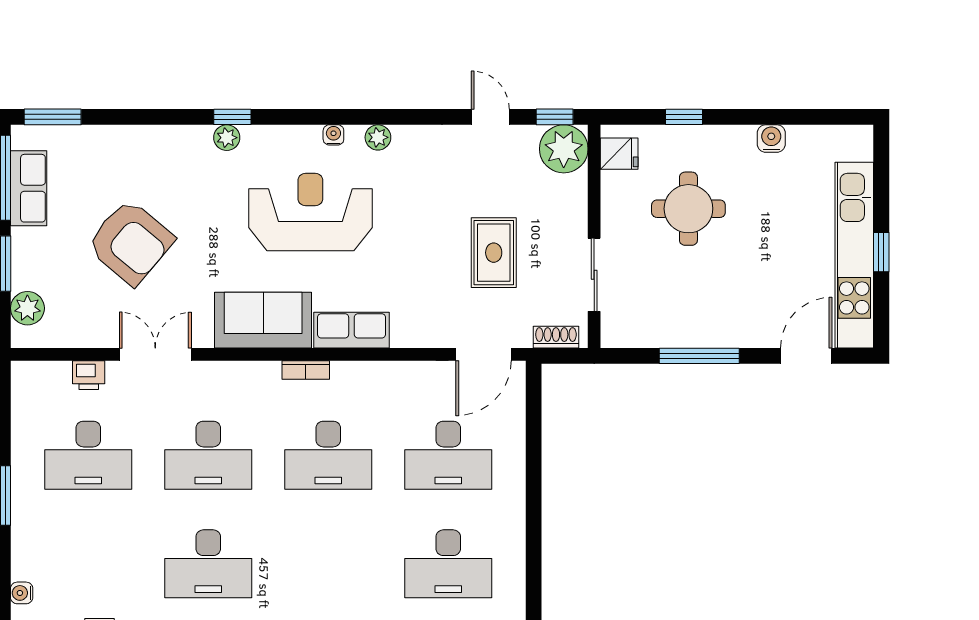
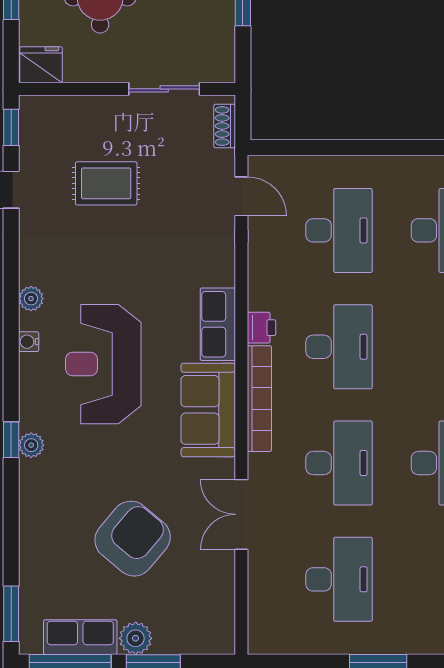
plant: (564, 149) -> (42, 118), removed
fridge: (619, 154) -> (41, 65), width x1.38
rug: (494, 253) -> (106, 183), moved
plant: (27, 308) -> (136, 638), moved
door: (483, 354) -> (241, 196), width x0.73
bookcase: (306, 370) -> (259, 399), width x2.31, depth x1.31
printer: (89, 375) -> (261, 328), moved

